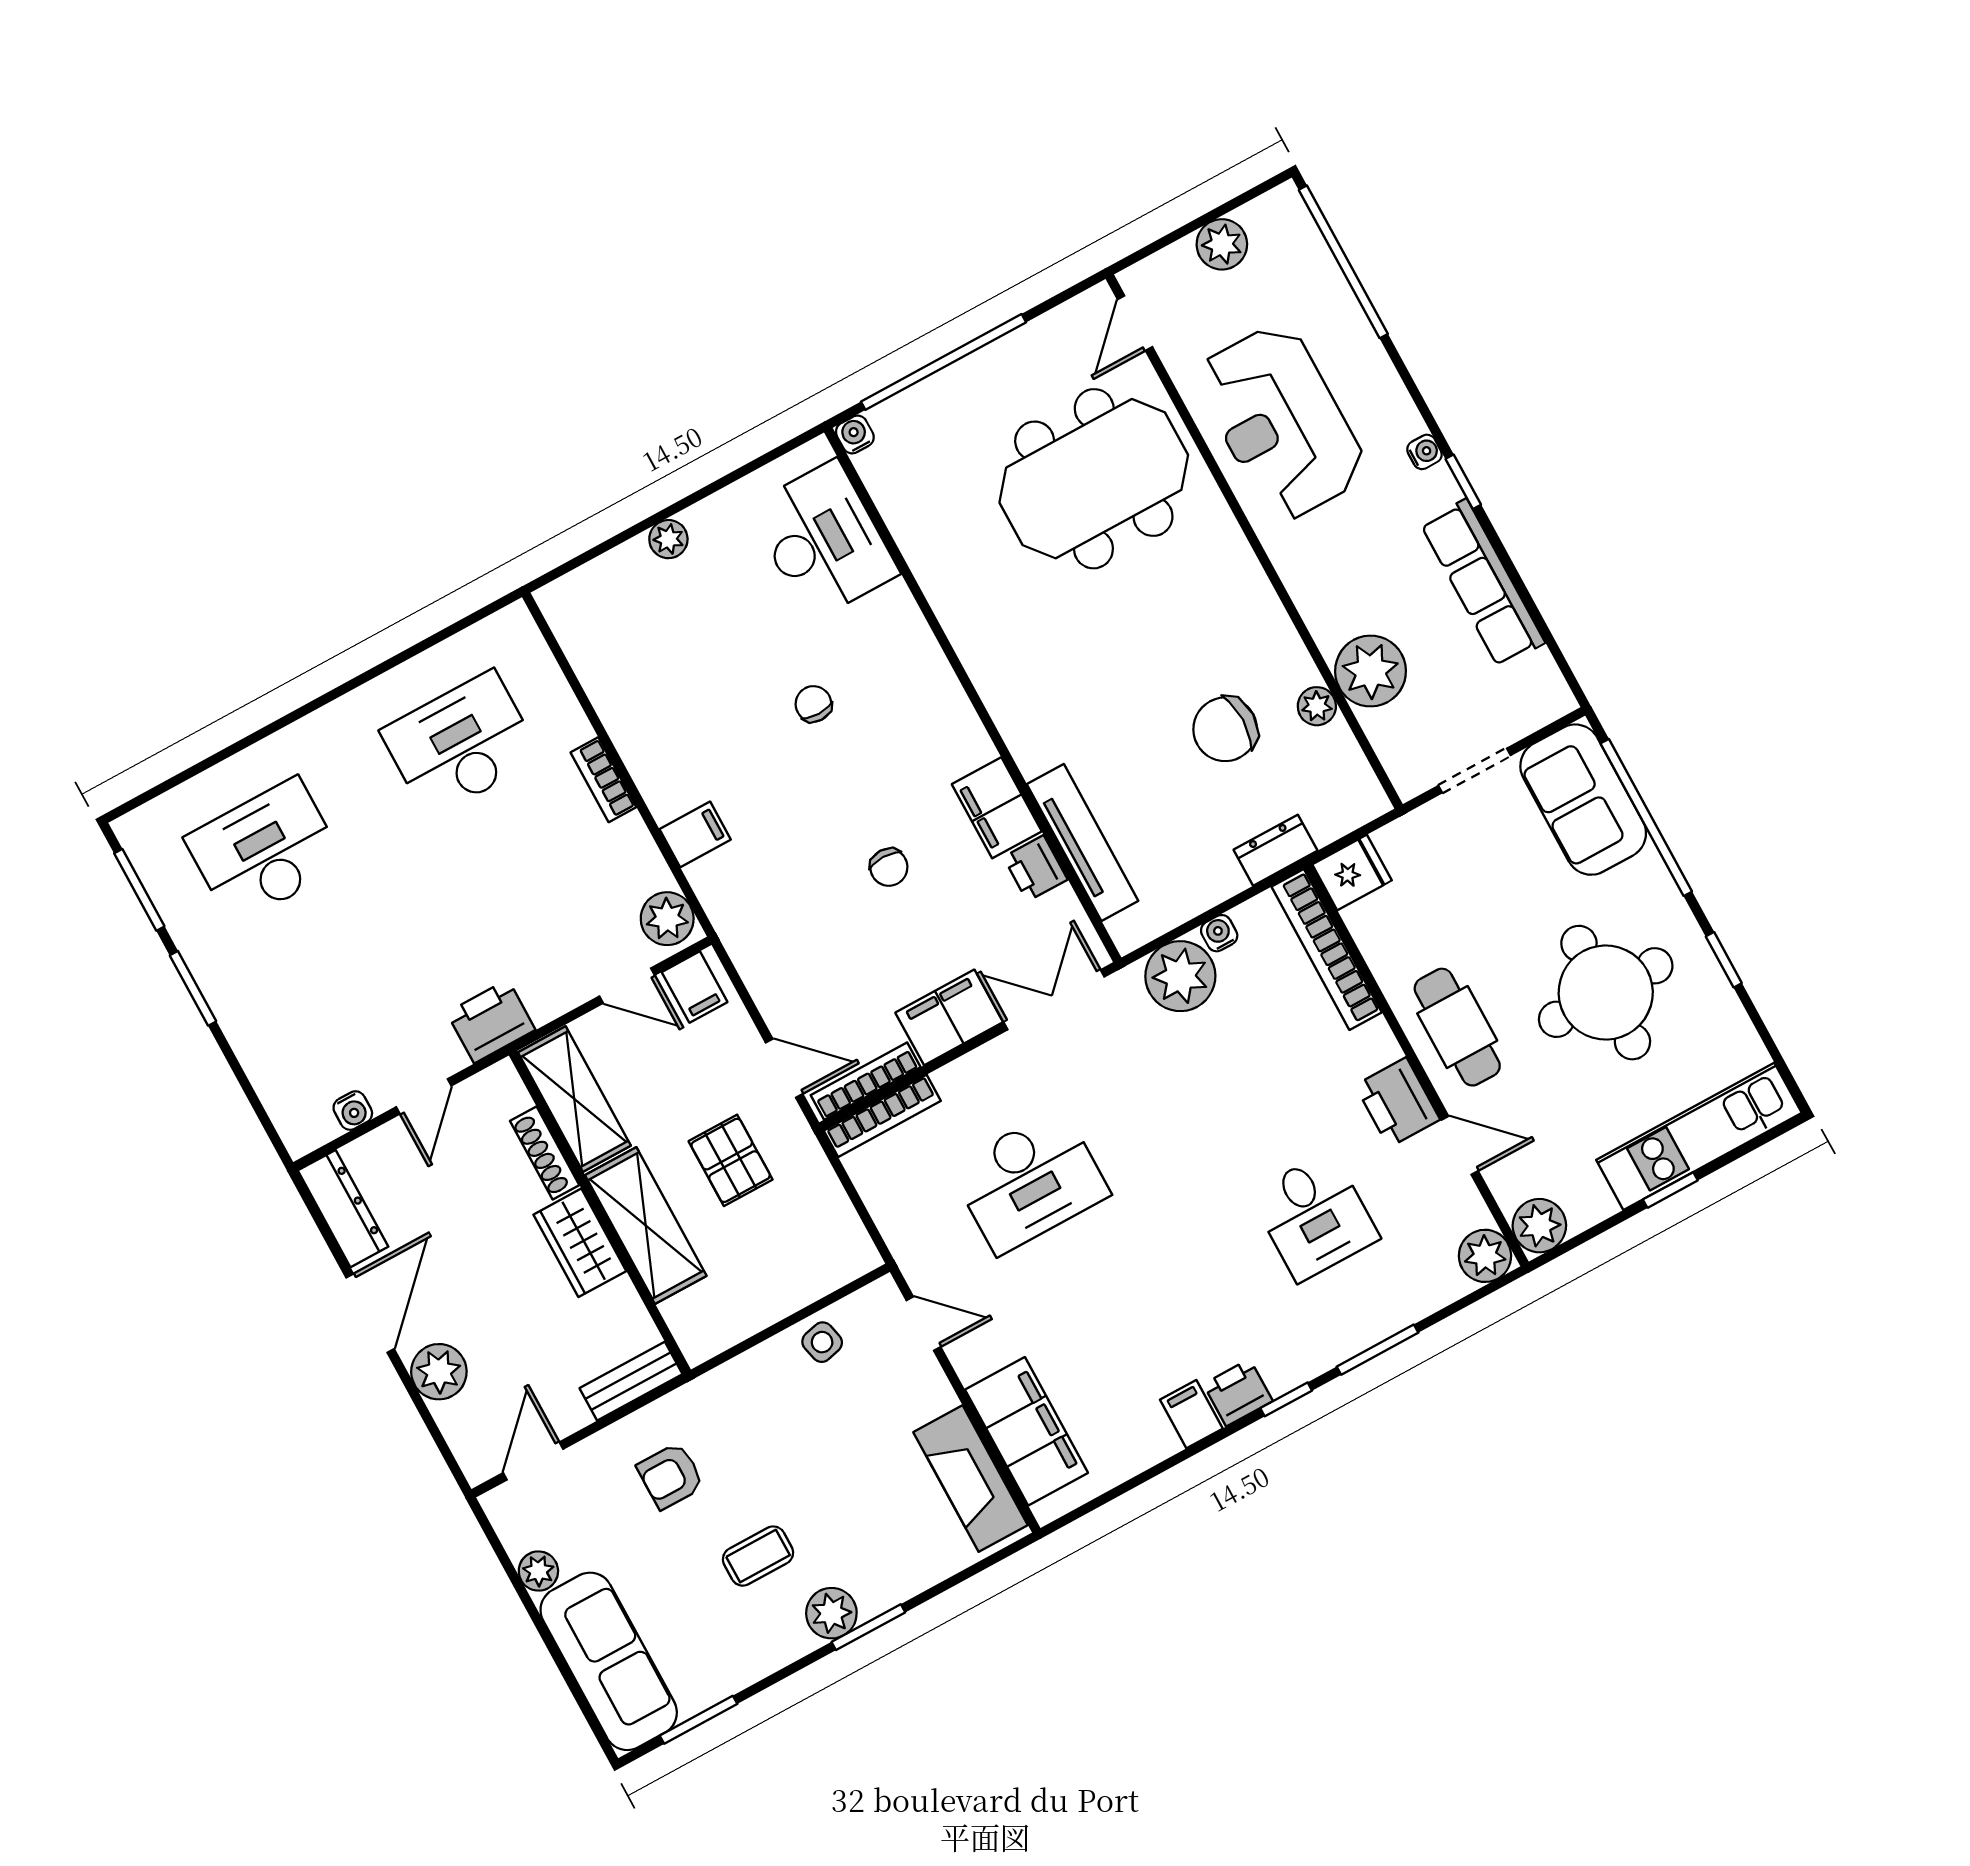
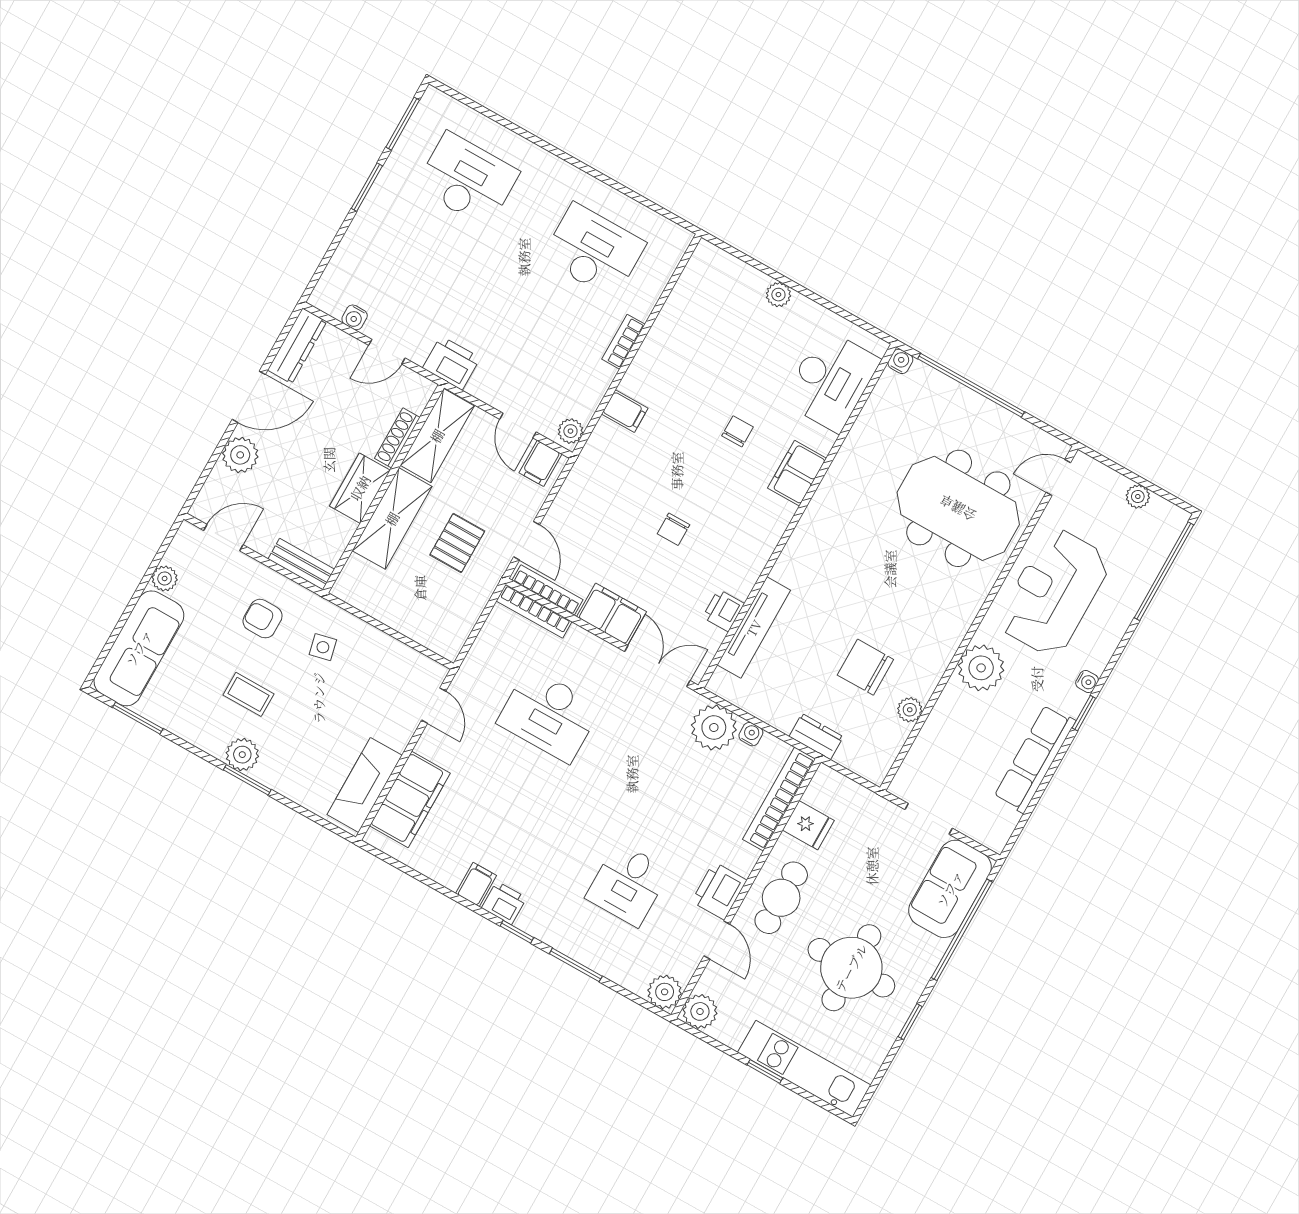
plant: (1222, 244) -> (1138, 496), width x0.73, depth x0.73
plant: (1371, 671) -> (981, 668), moved
filing cabinet: (997, 808) -> (797, 473), moved
fridge: (1352, 872) -> (808, 825), moved
plant: (667, 919) -> (570, 431), width x0.73, depth x0.73
side table: (822, 1342) -> (323, 647), moved

